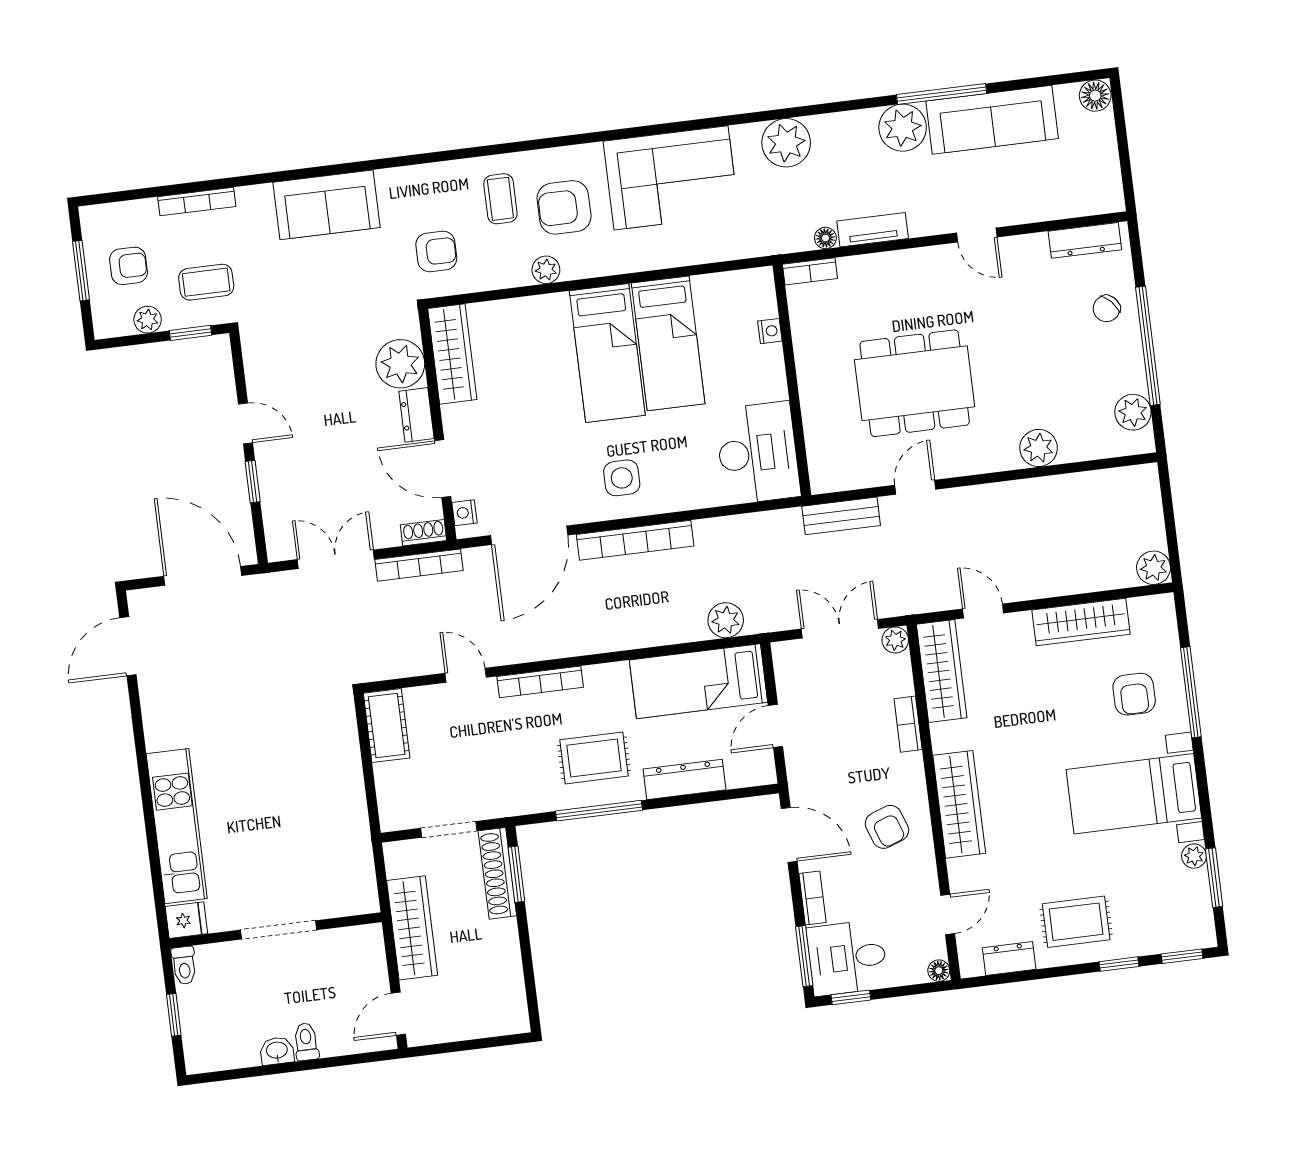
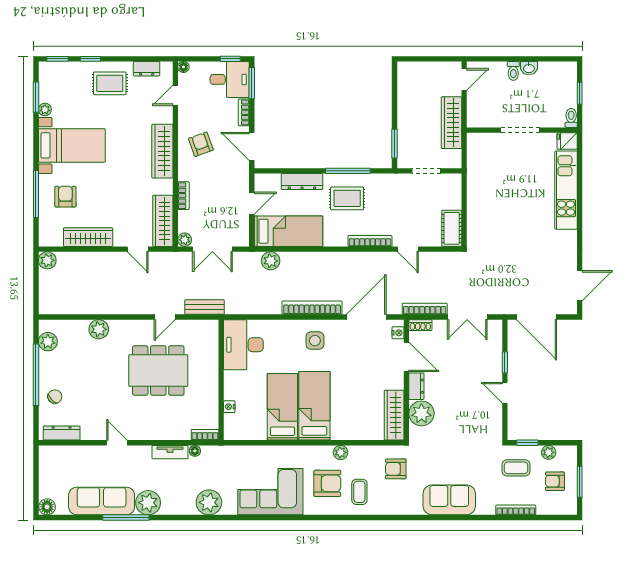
shoe rack: (497, 873) -> (404, 145), removed

